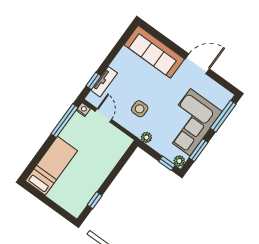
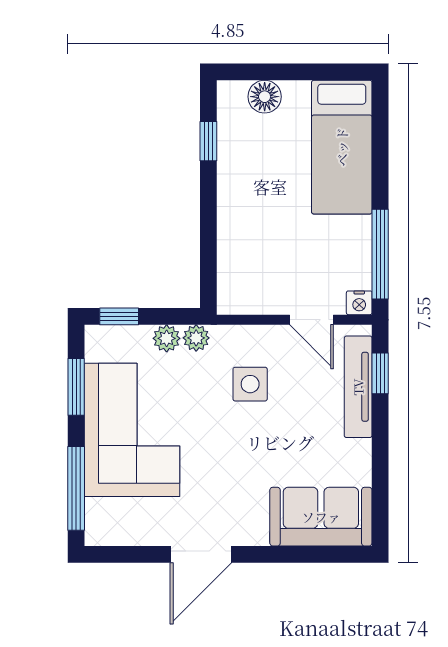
sofa: (154, 52) -> (321, 517), width x0.73
tv unit: (104, 82) -> (358, 387), width x1.41
plant: (179, 161) -> (167, 338), moved
floor lamp: (65, 201) -> (265, 97), added

